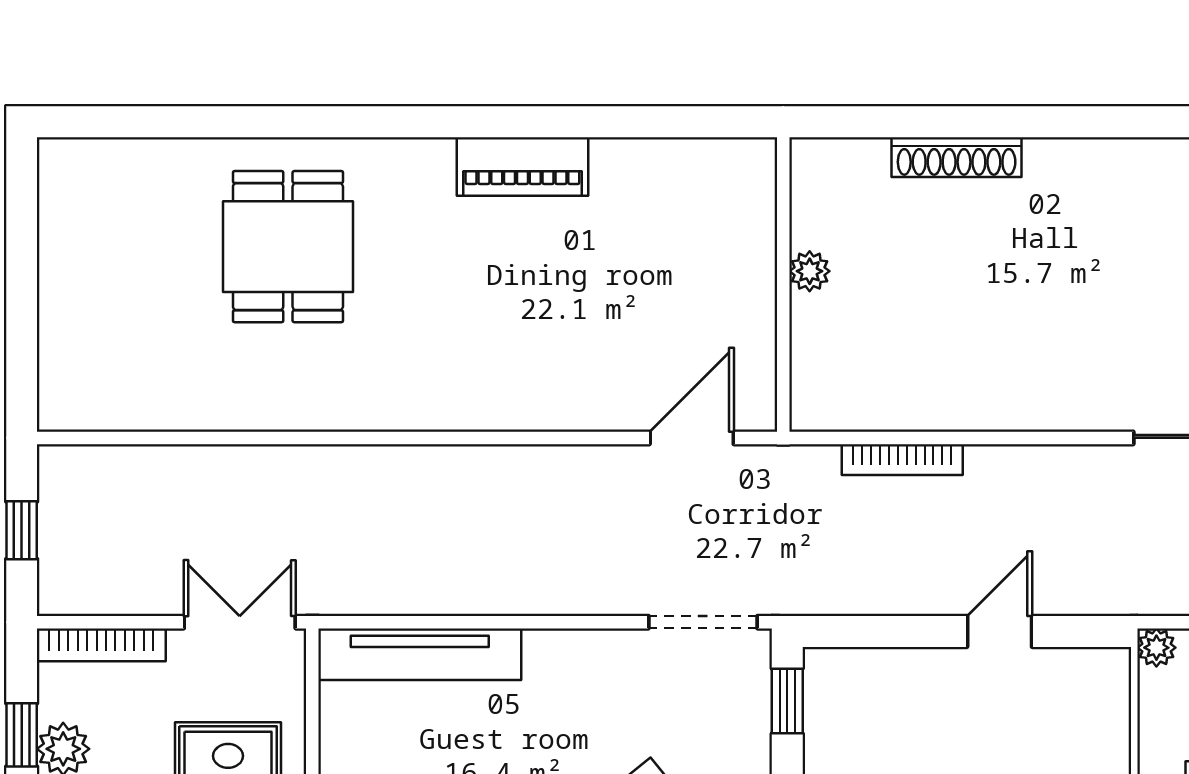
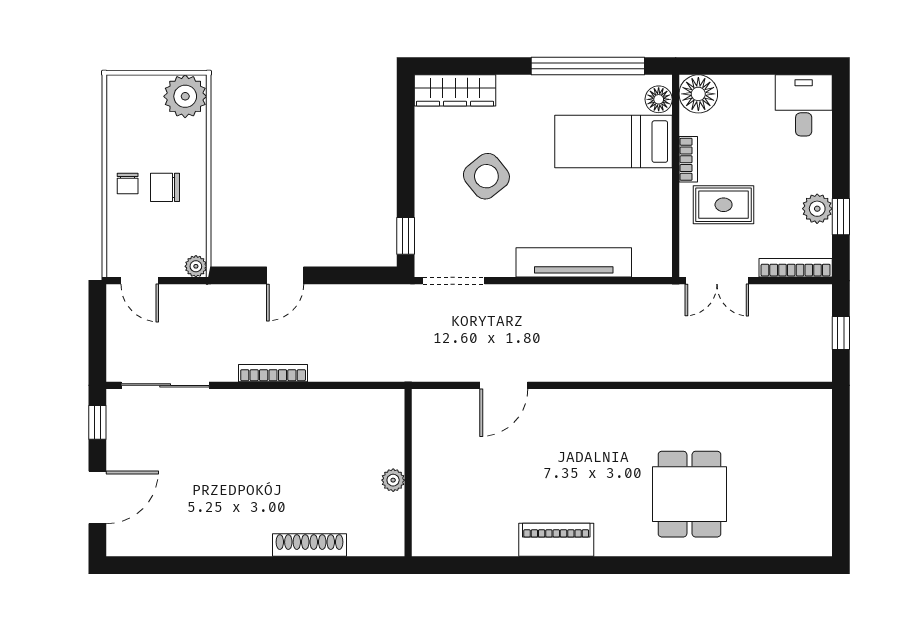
door: (692, 438) -> (504, 385), moved
bookcase: (902, 460) -> (273, 373), moved
tv unit: (420, 654) -> (574, 262), moved

